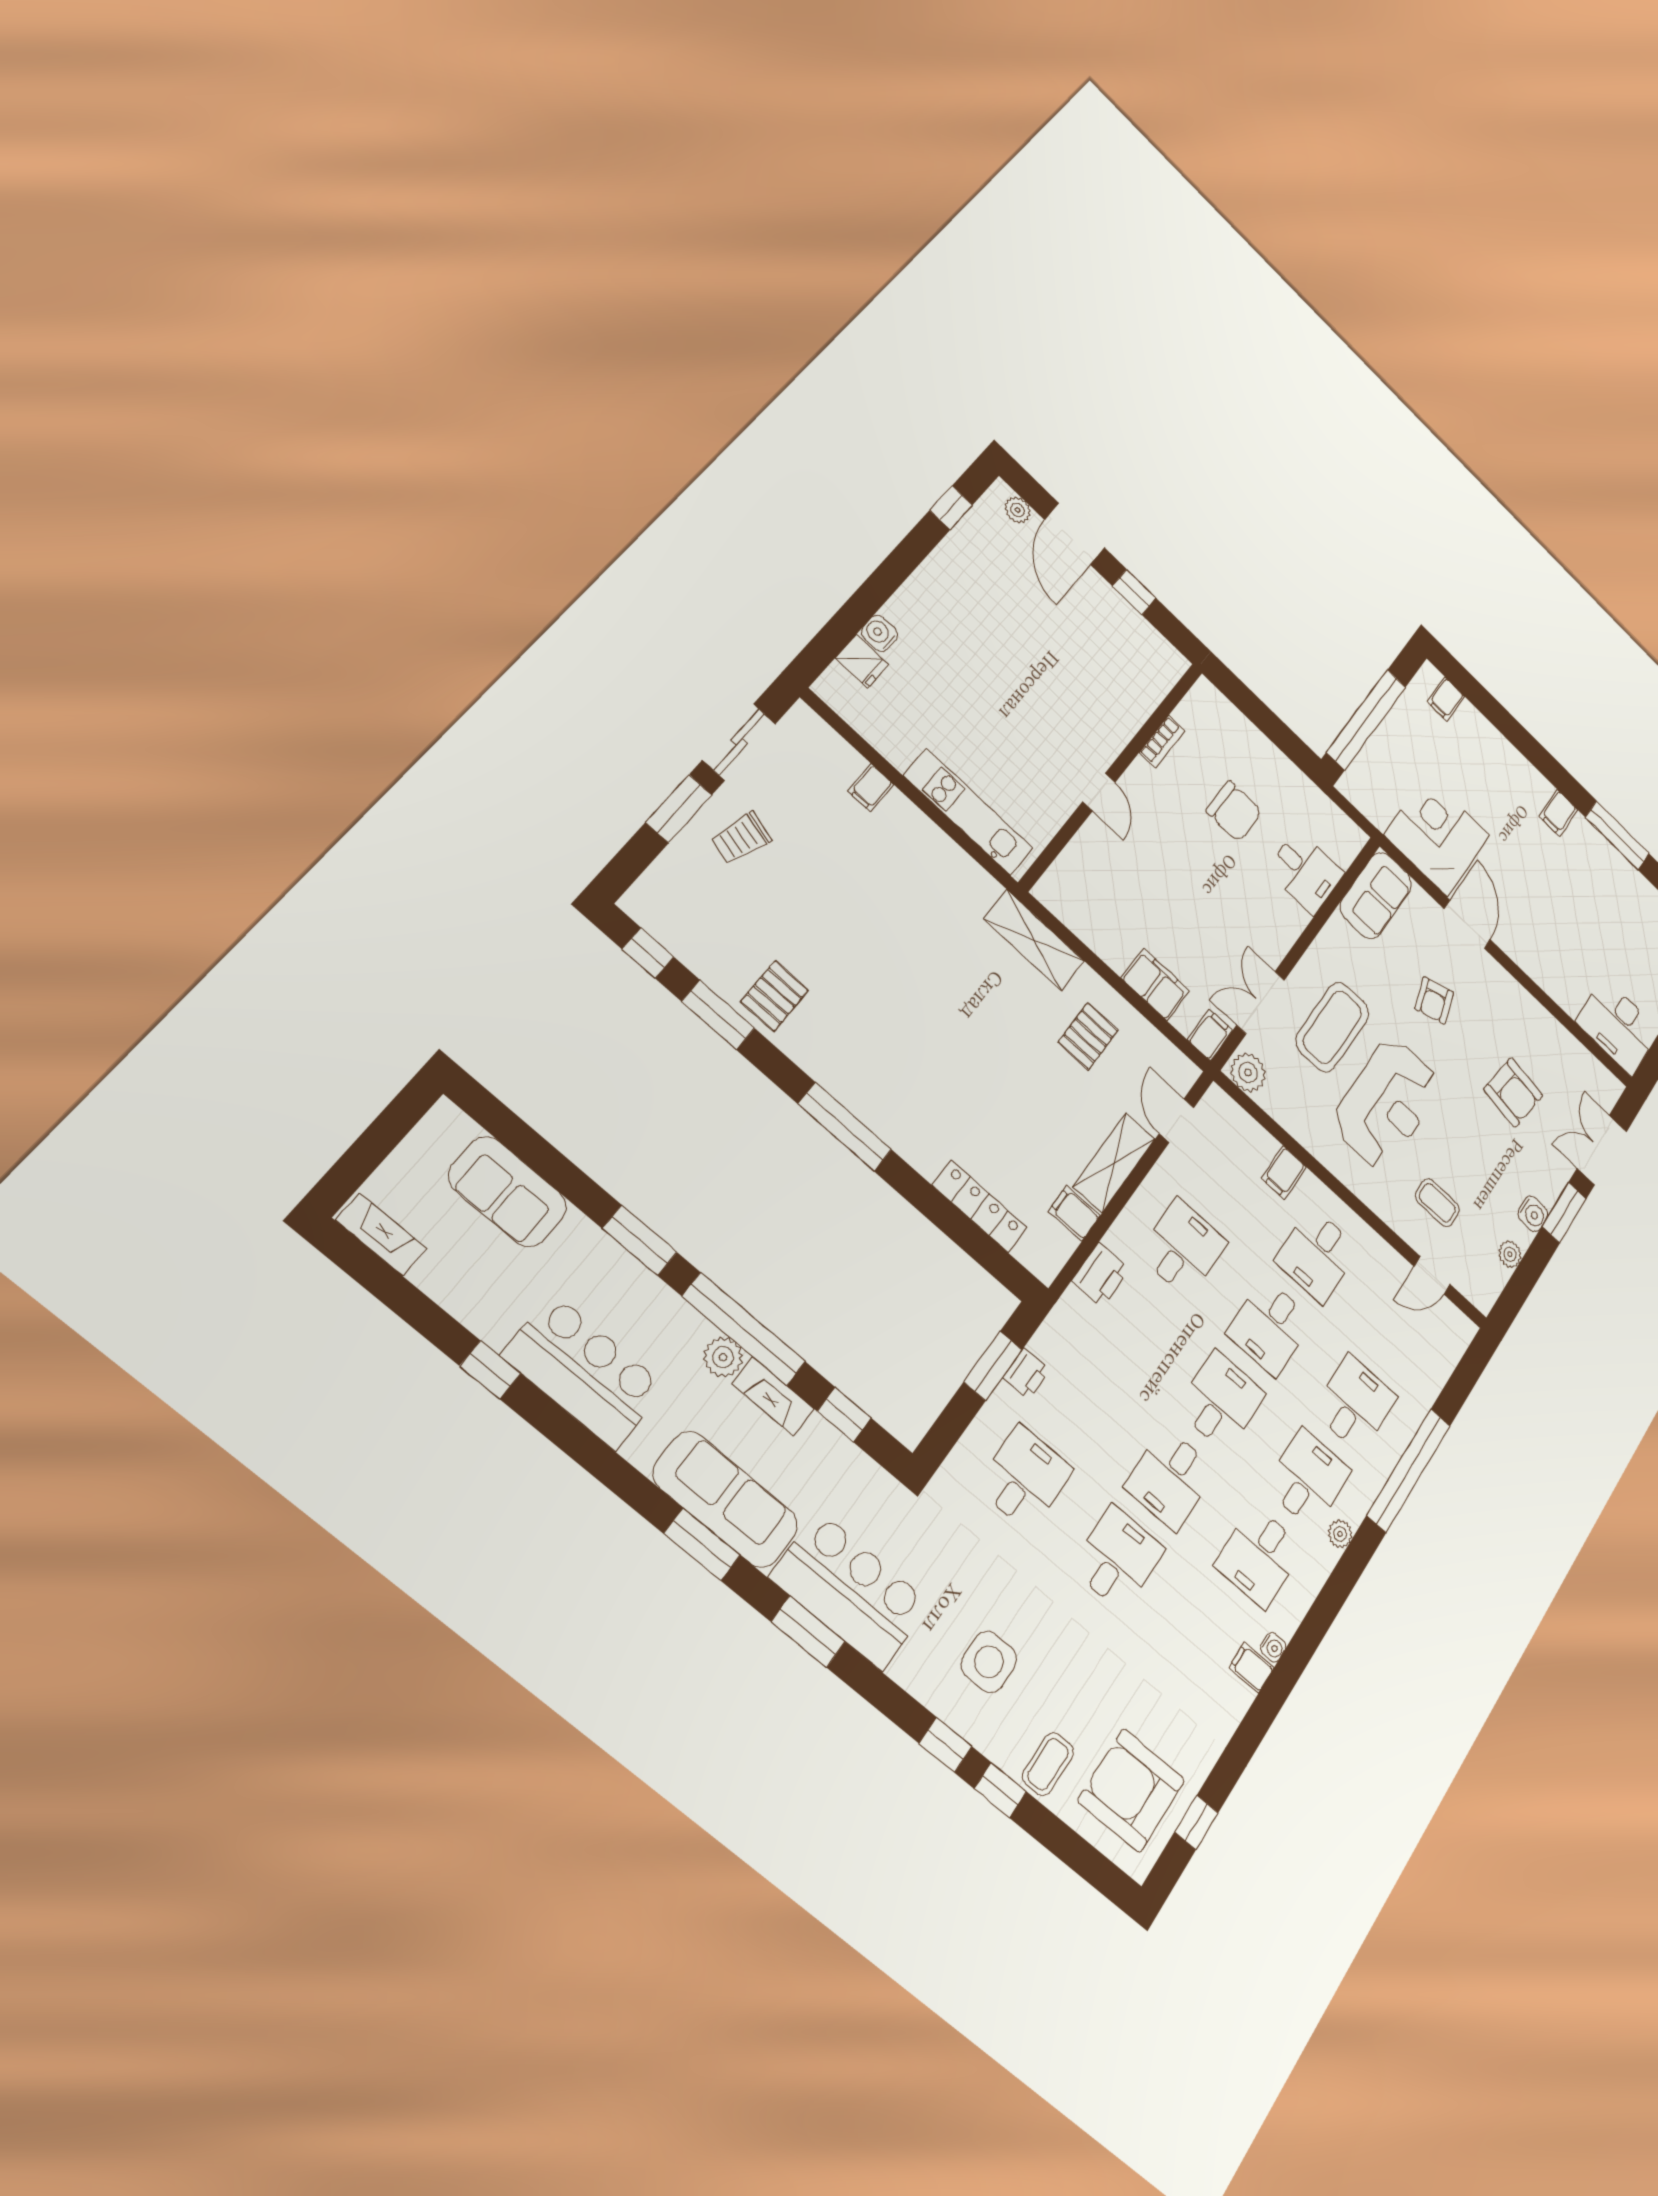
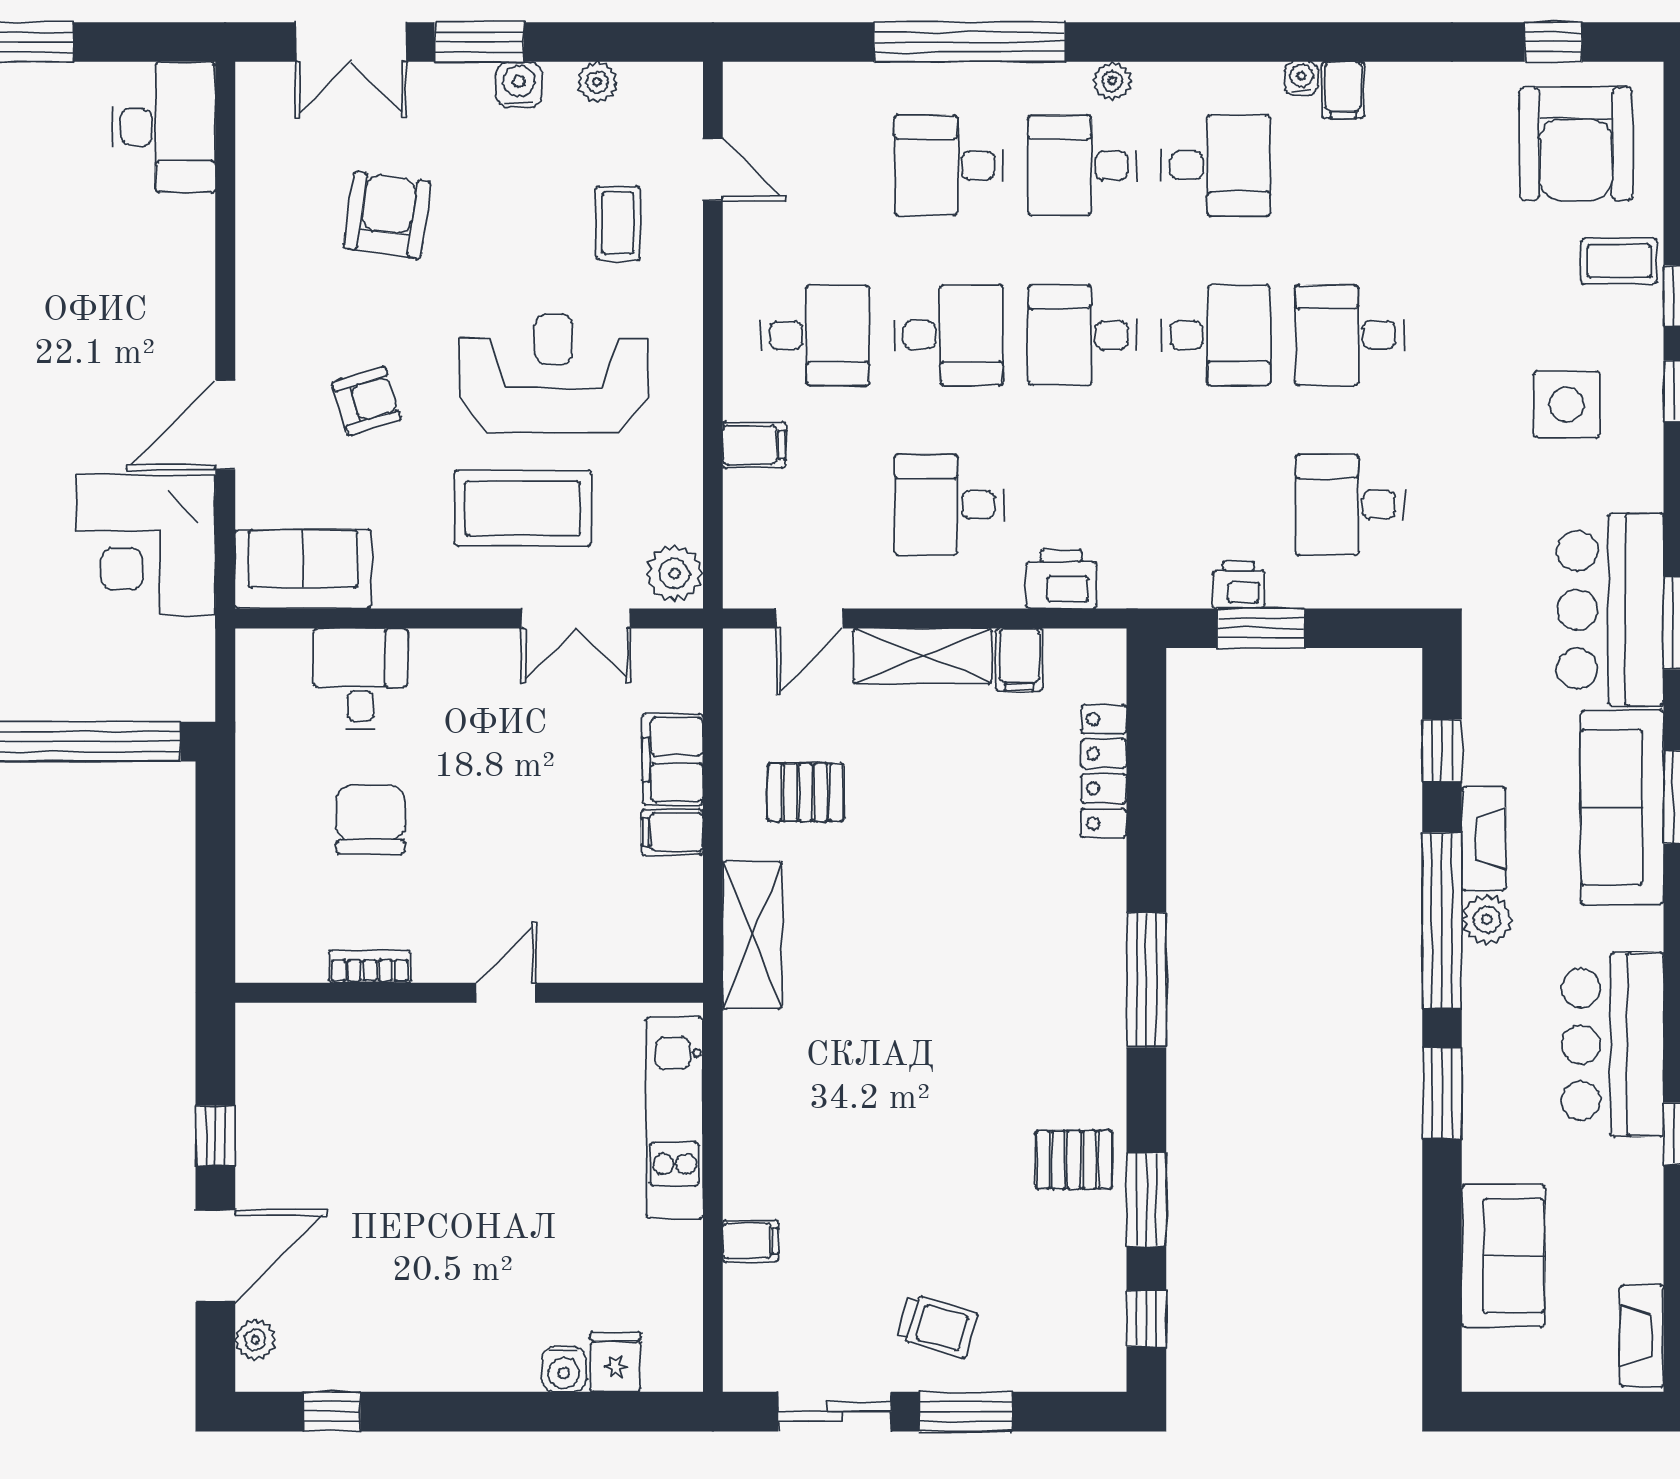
filing cabinet: (1210, 1035) -> (672, 832), moved

